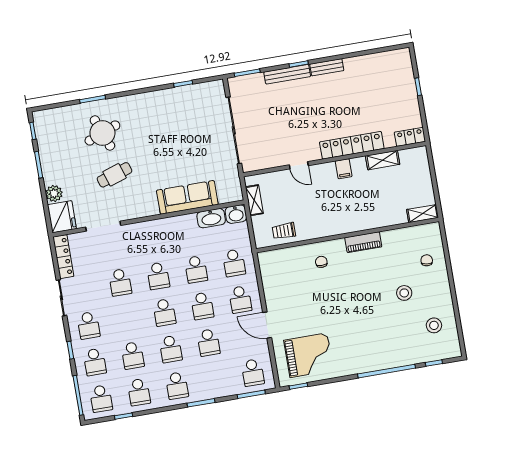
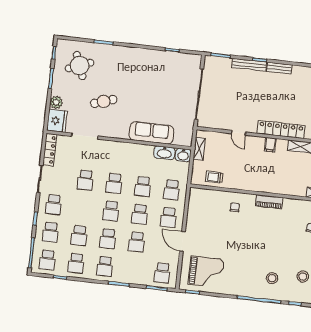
round table: (102, 133) -> (80, 66), moved
stool: (404, 293) -> (272, 278), moved

